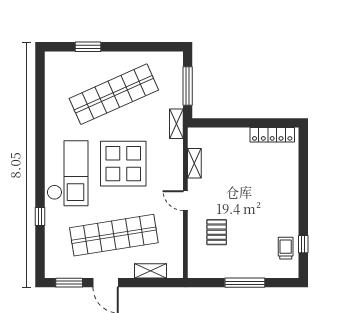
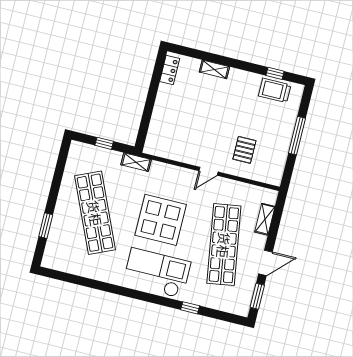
window: (188, 86) -> (104, 143), width x0.46
locker: (272, 135) -> (170, 70), width x0.66
shelving: (194, 163) -> (214, 69), moved
pallet: (217, 232) -> (244, 150), turned 90
trolley: (286, 248) -> (275, 90), width x1.36, depth x1.39

